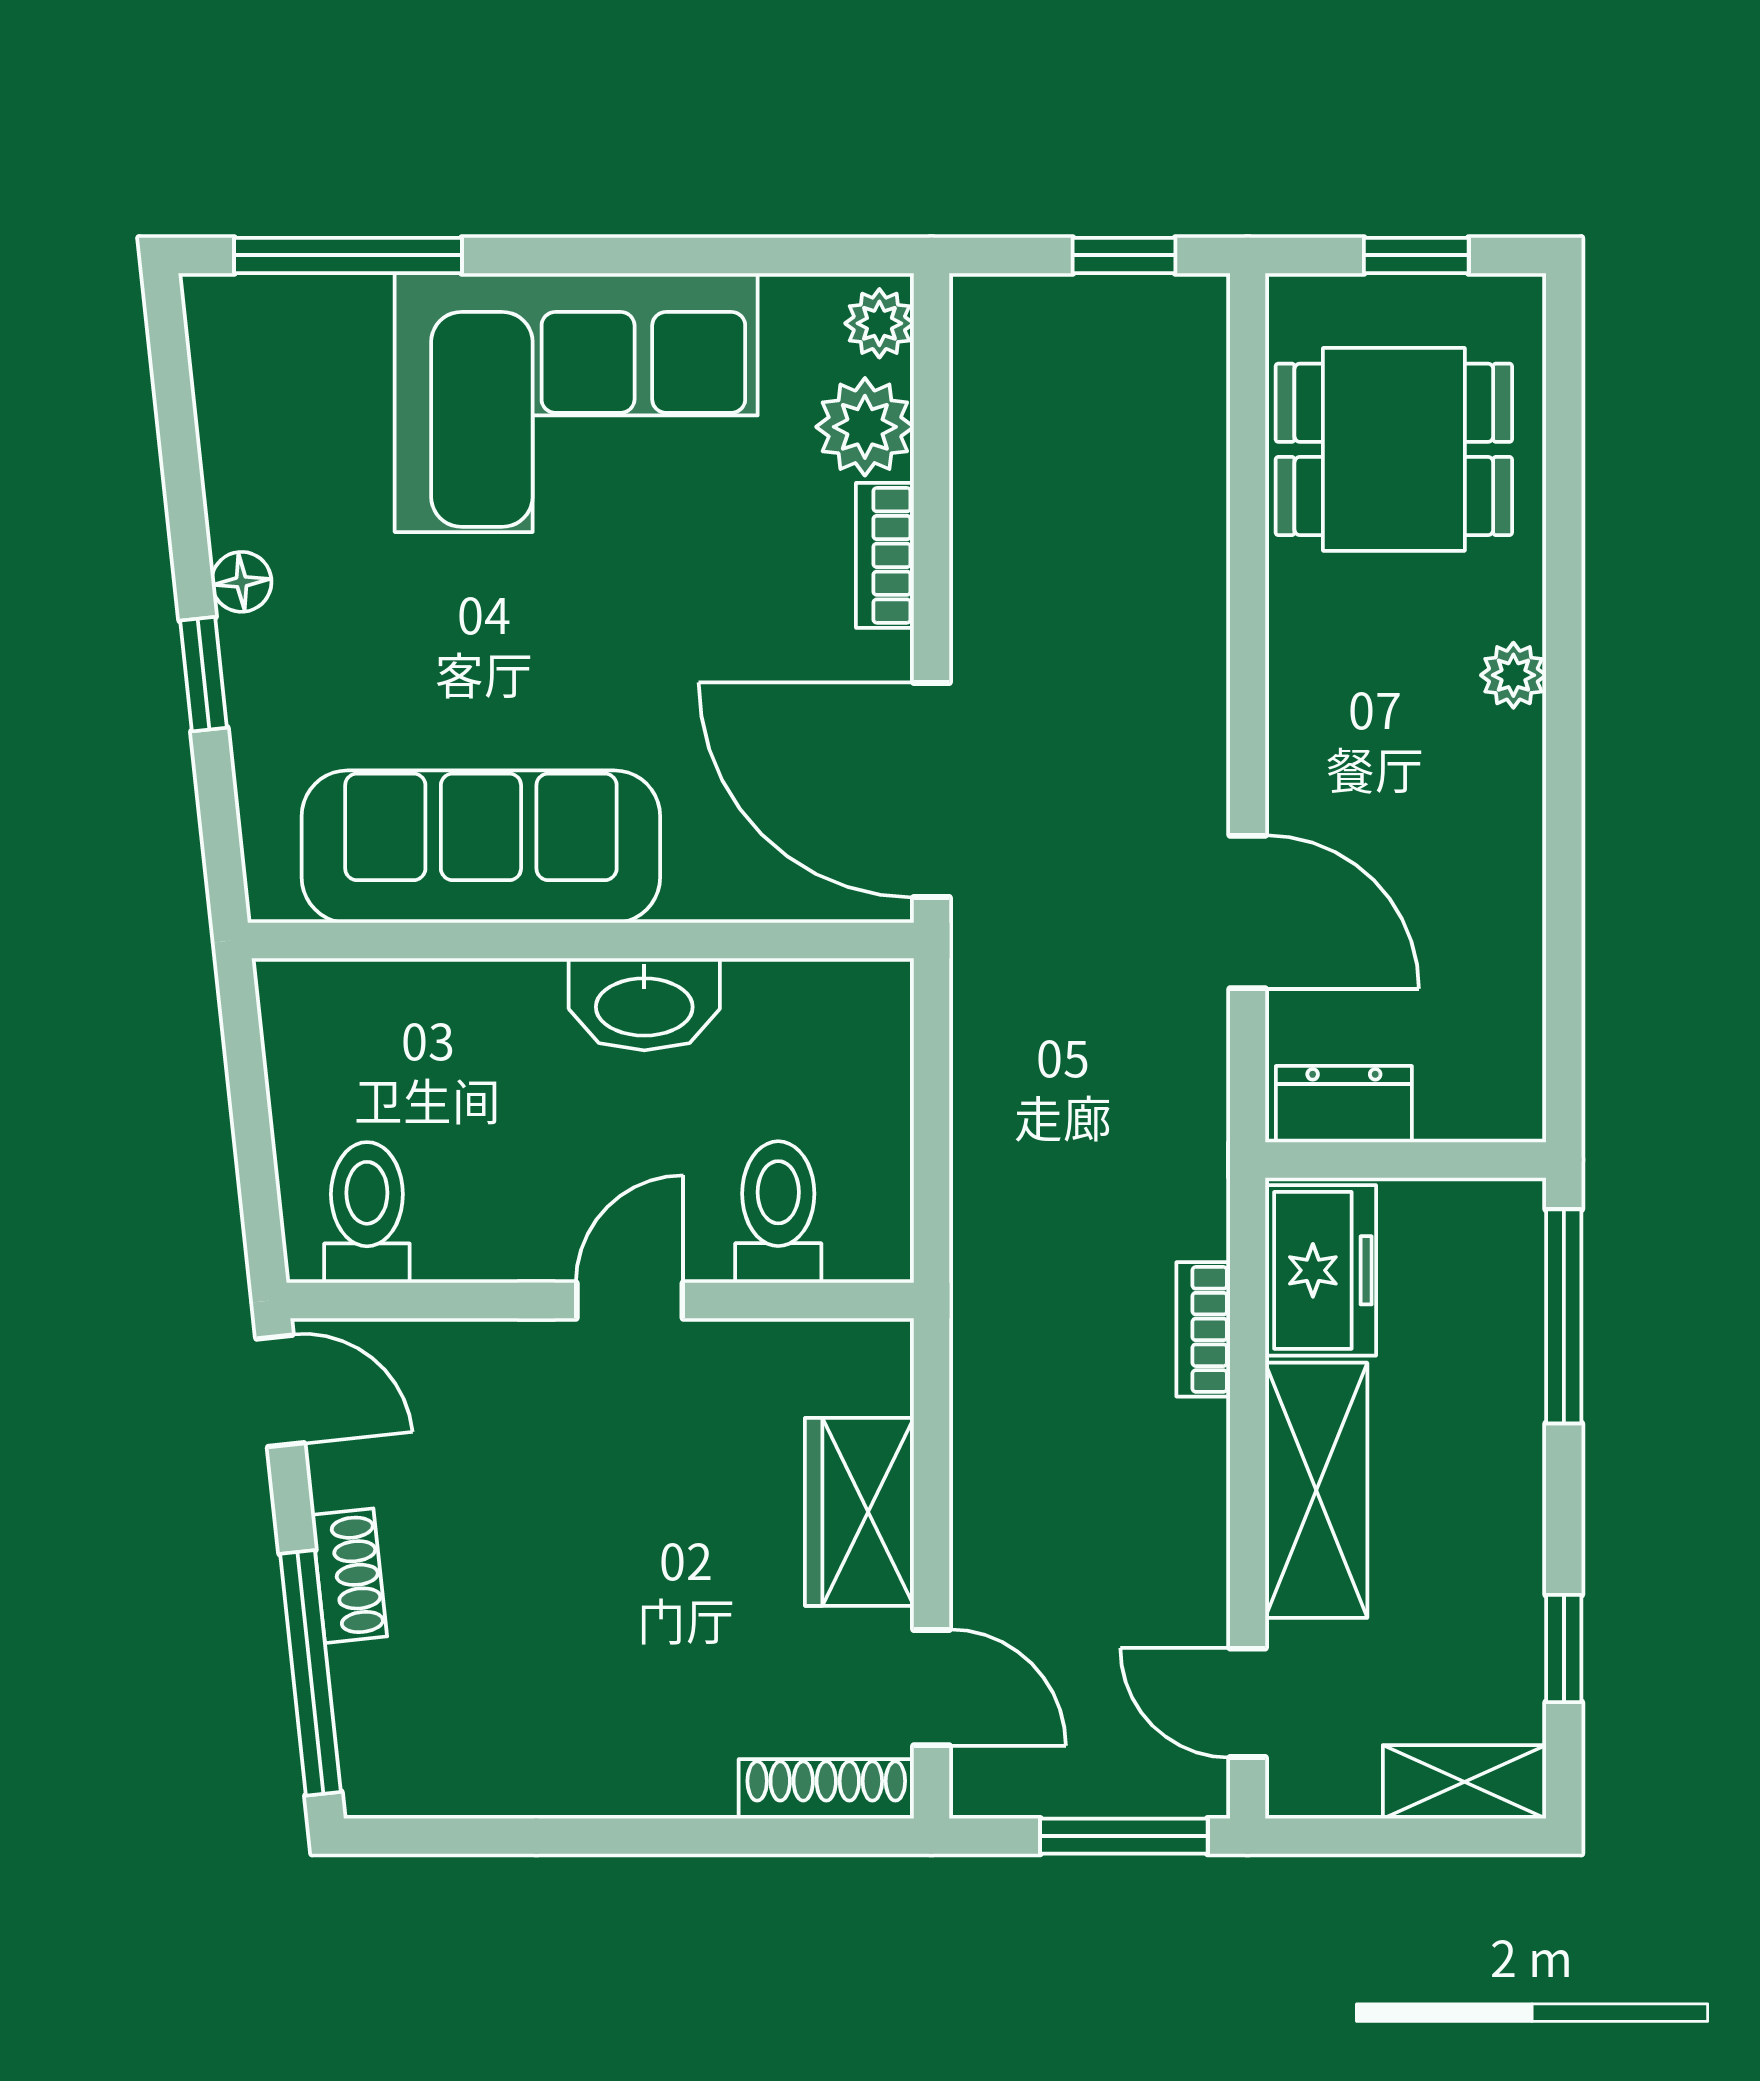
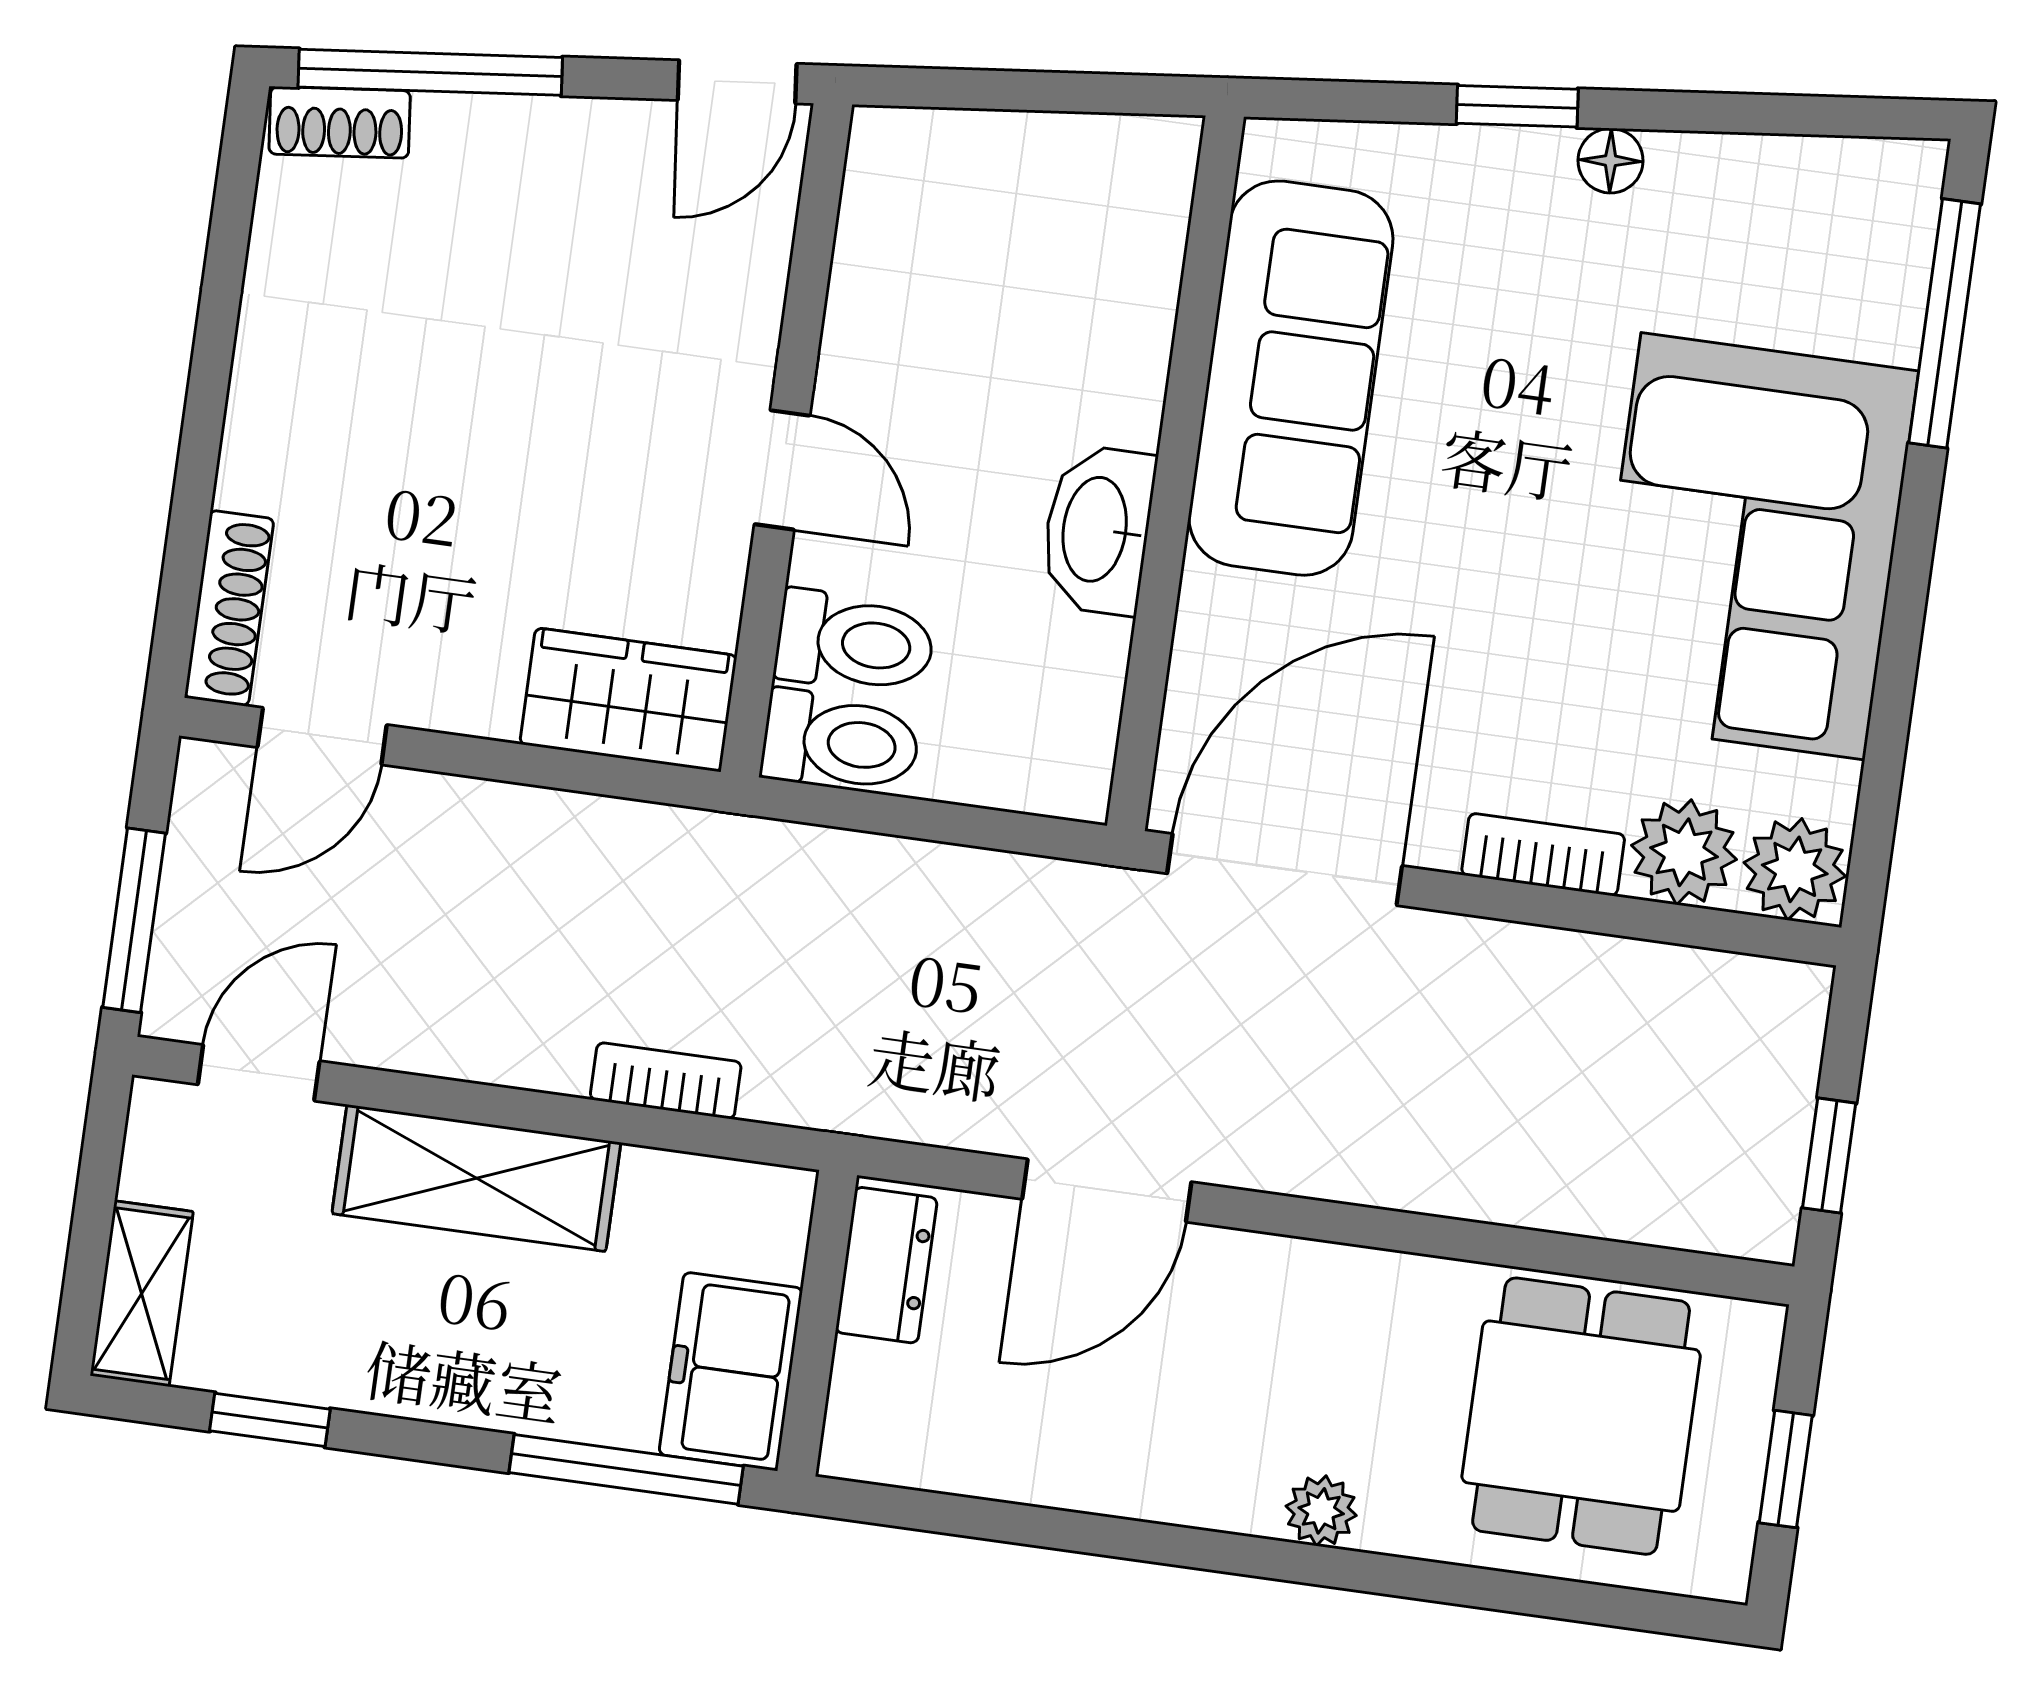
plant: (879, 323) -> (1795, 869), width x1.38, depth x1.38
toilet: (367, 1212) -> (841, 742), moved
freezer: (1321, 1270) -> (731, 1371), moved, turned 90
wardrobe: (859, 1512) -> (628, 700), moved
shoe rack: (349, 1576) -> (340, 122), moved

